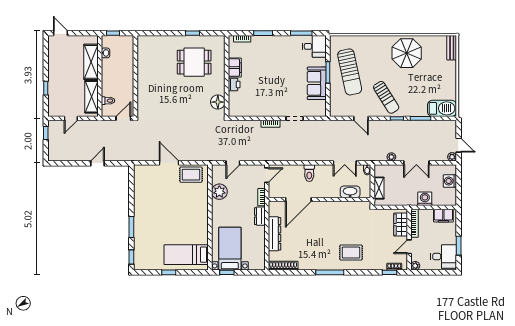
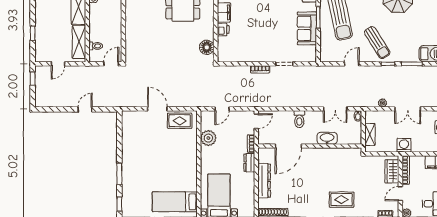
door: (361, 118) -> (352, 64), swing flipped
washbasin: (350, 192) -> (327, 138), moved
washing machine: (425, 199) -> (404, 145), moved

